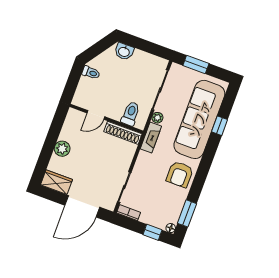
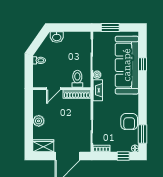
armchair: (180, 174) -> (129, 122), moved

